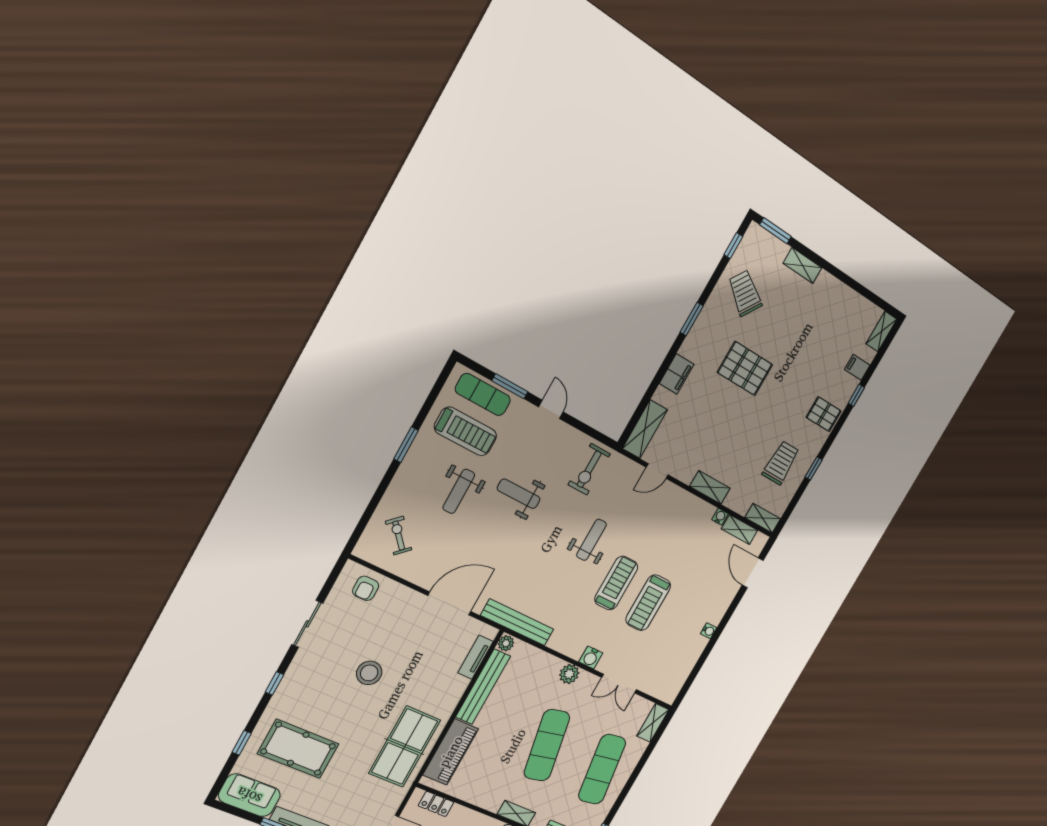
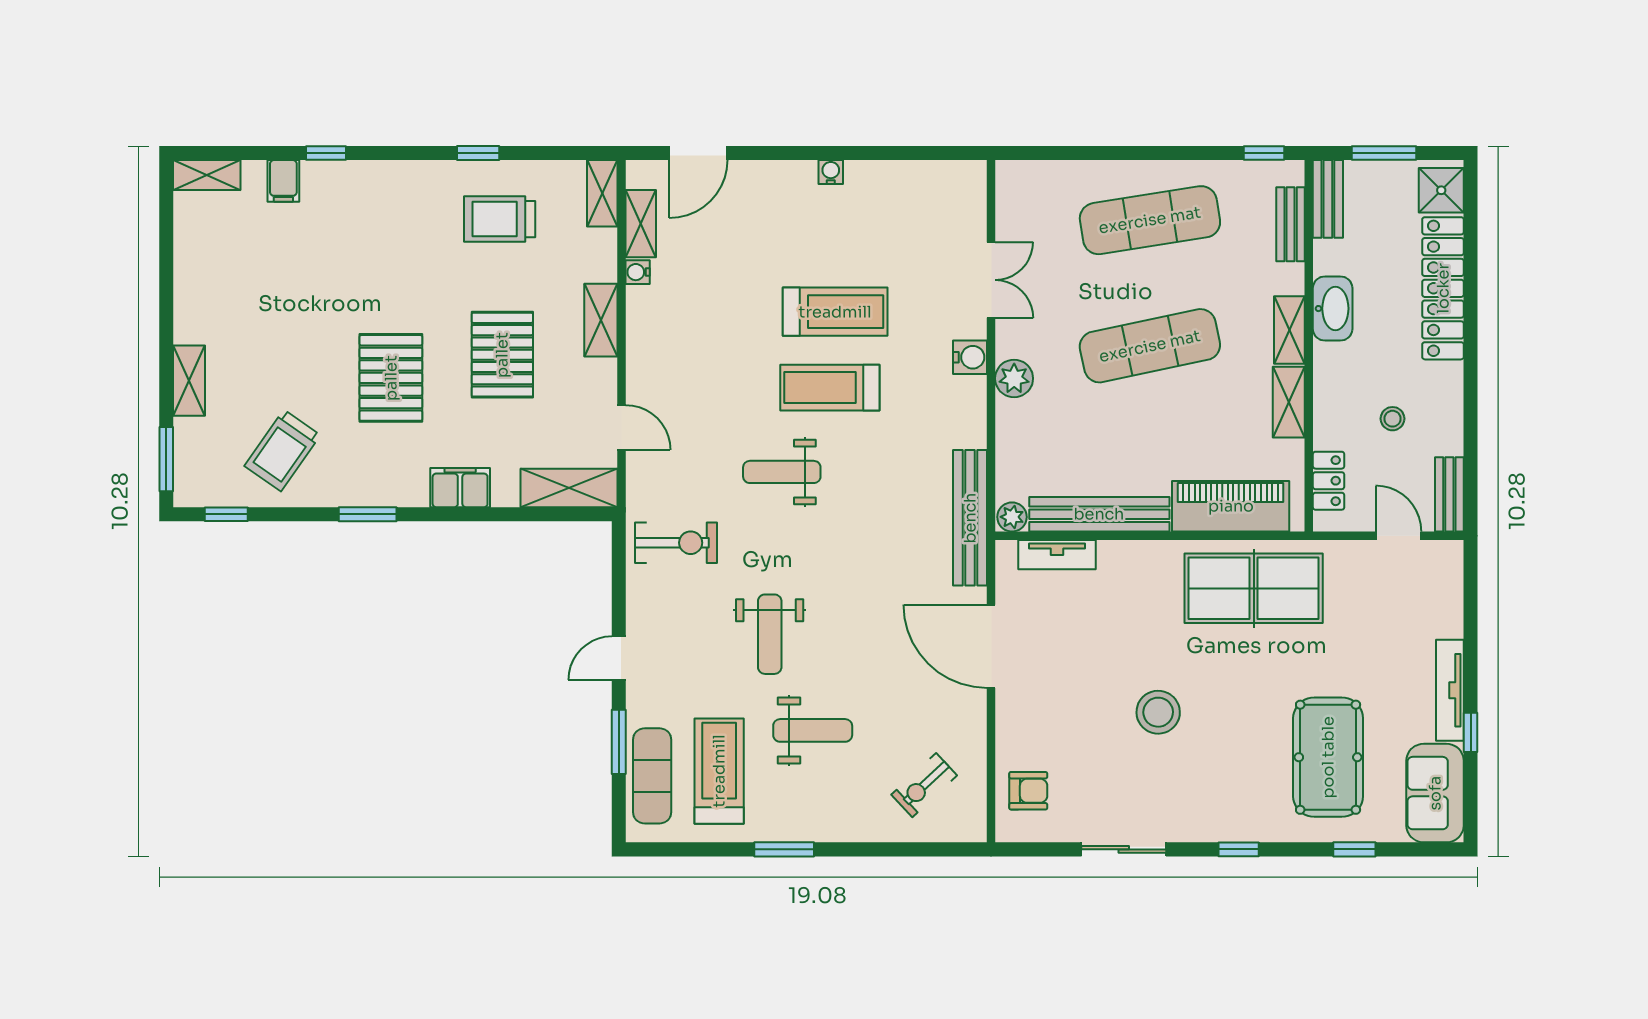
pallet: (824, 414) -> (502, 355), moved, width x1.50, depth x1.42
shelving: (653, 723) -> (1289, 402), moved, turned 90

